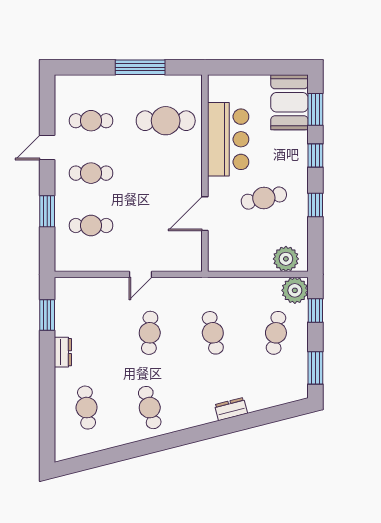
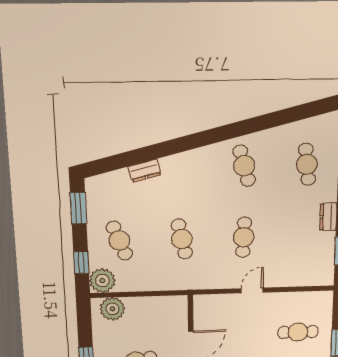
cafe table: (276, 333) -> (119, 241), turned -30
dresser: (231, 409) -> (145, 171), moved

